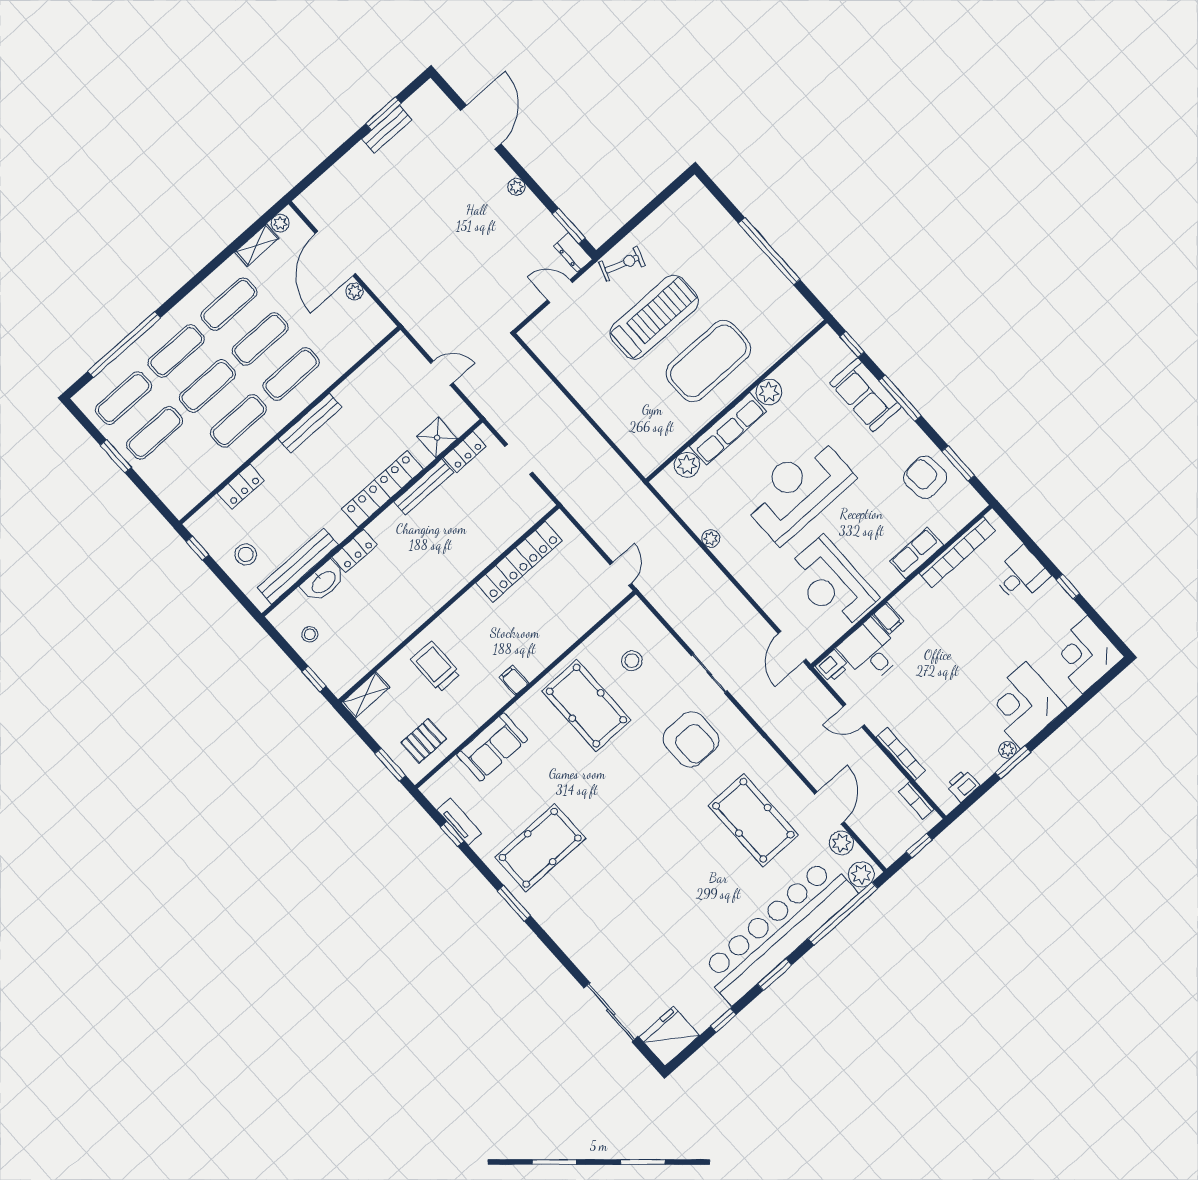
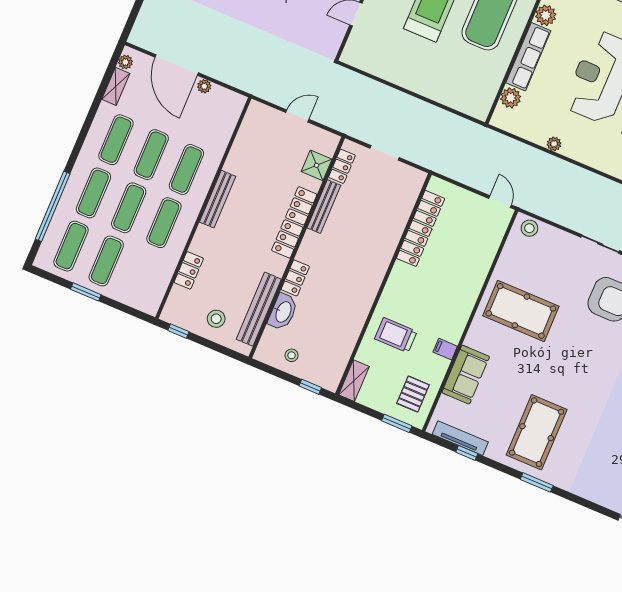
stool: (632, 661) -> (529, 228), moved
filing cabinet: (514, 680) -> (445, 349), moved
tv unit: (459, 822) -> (460, 438), width x1.41

